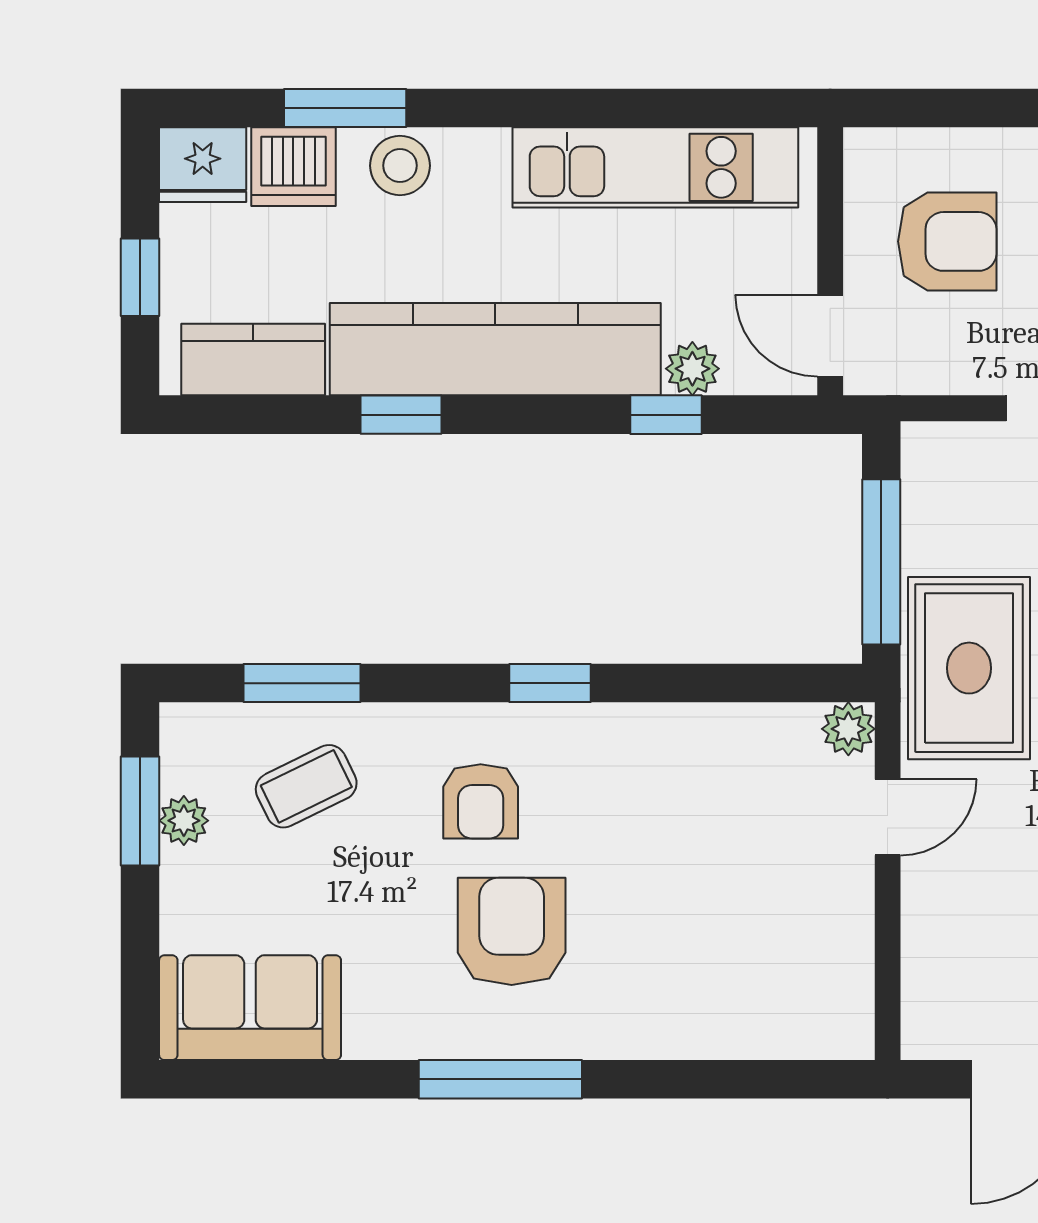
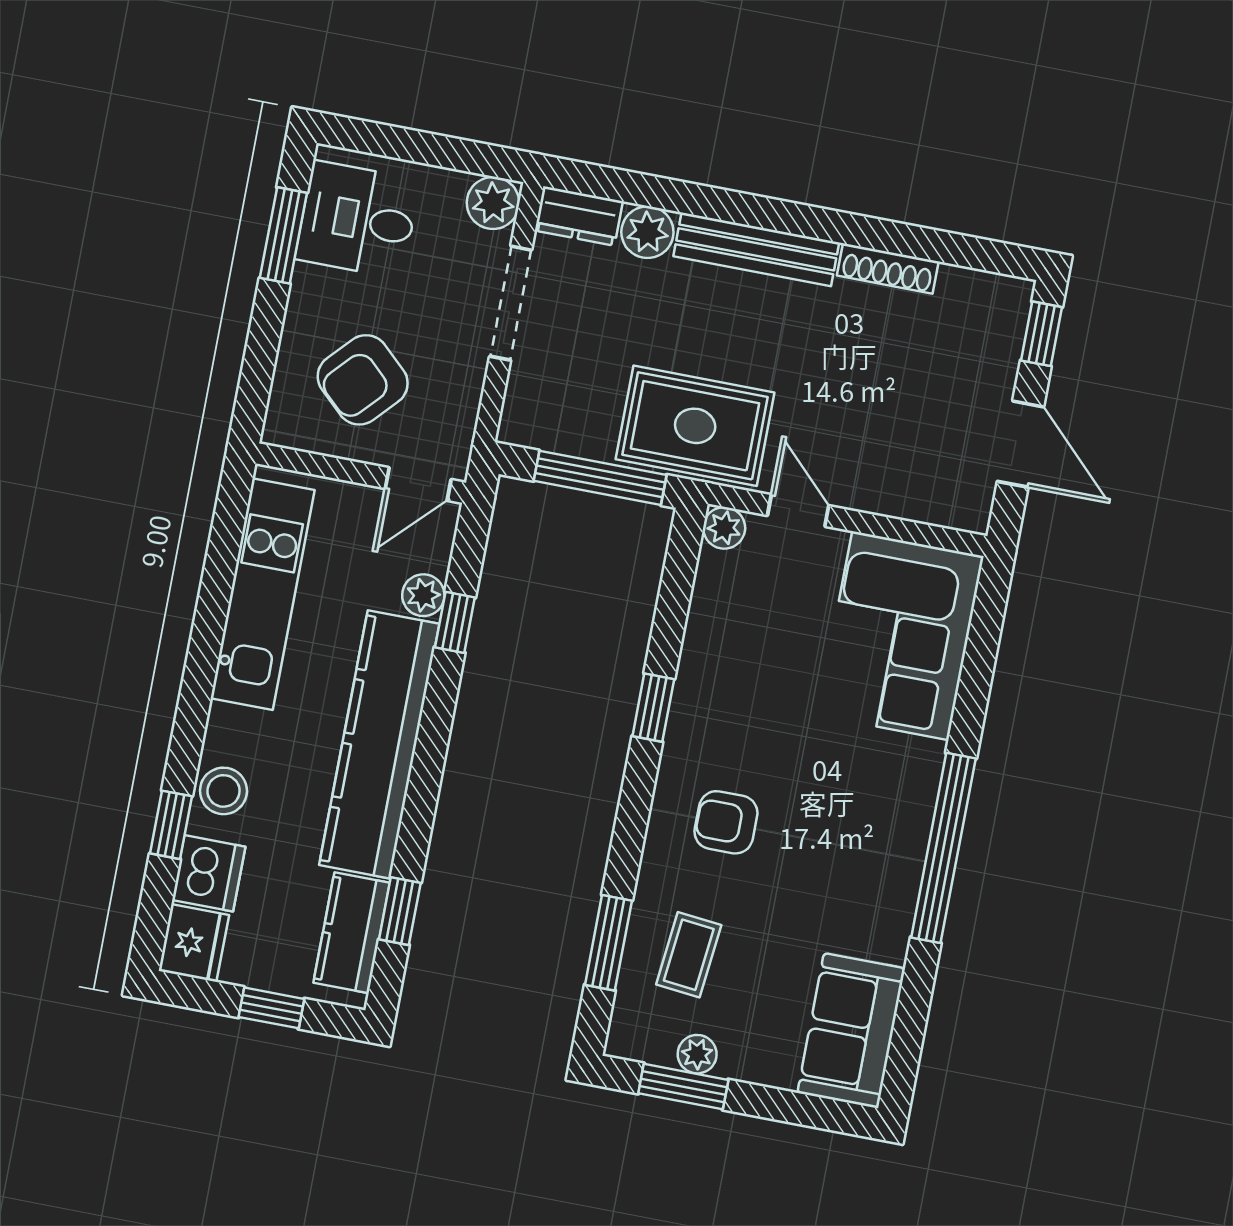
window: (345, 108) -> (171, 825), width x0.67
armchair: (947, 241) -> (363, 380), turned -137
window: (401, 415) -> (400, 911), moved
window: (550, 683) -> (653, 708), moved
coffee table: (306, 786) -> (689, 955), turned 32
armchair: (481, 801) -> (726, 822), turned 180
armchair: (512, 931) -> (831, 818), removed
corner sofa: (756, 975) -> (900, 636), added
window: (500, 1079) -> (943, 848), width x1.46

